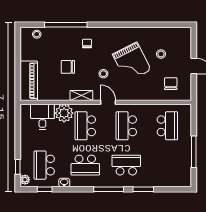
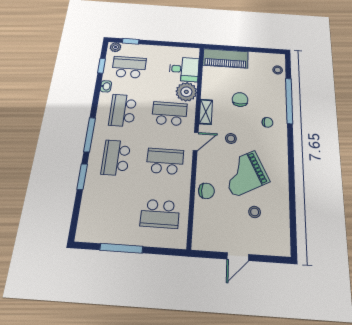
chair: (171, 84) -> (206, 191), moved
school desk: (126, 165) -> (116, 158), turned 180

